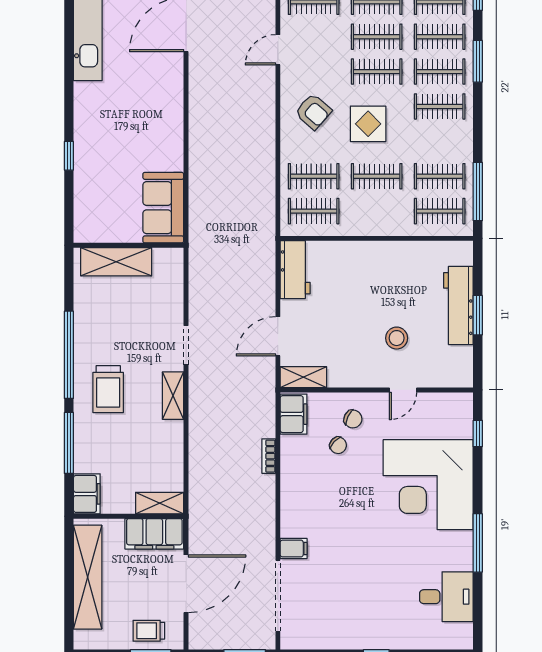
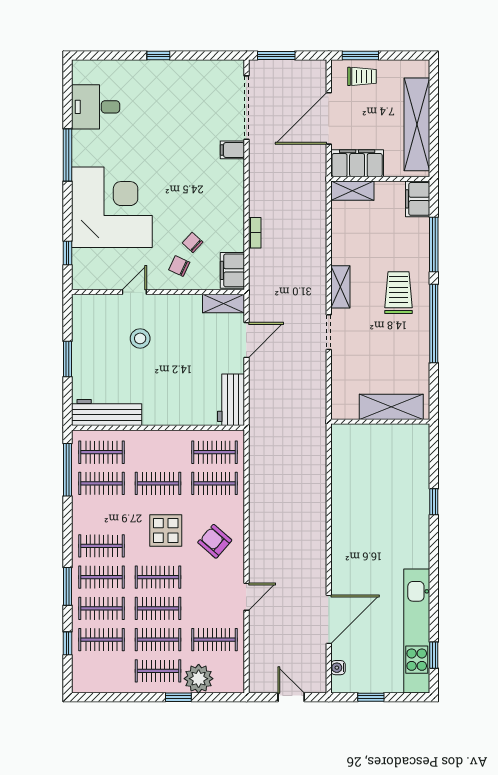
sofa: (163, 208) -> (349, 455), removed
workbench: (458, 305) -> (107, 413), moved, turned -90

